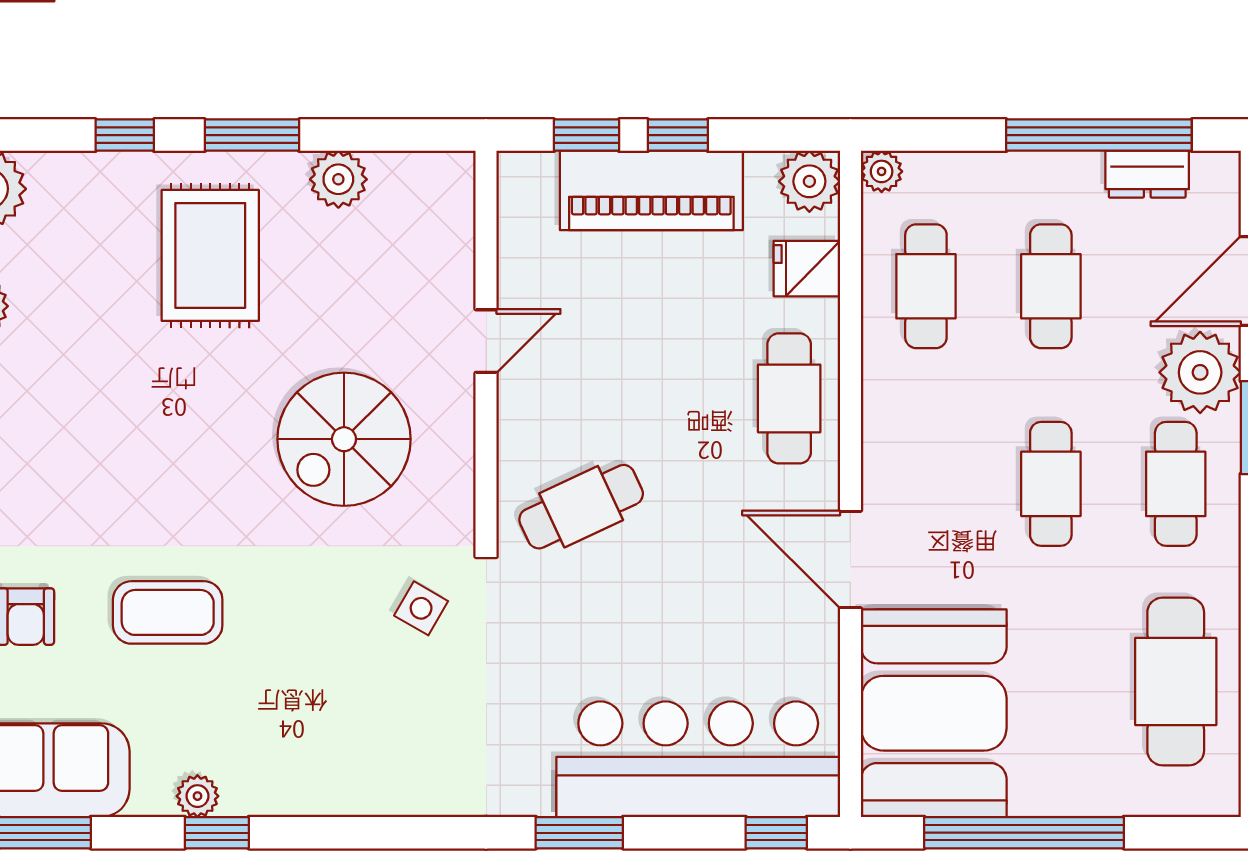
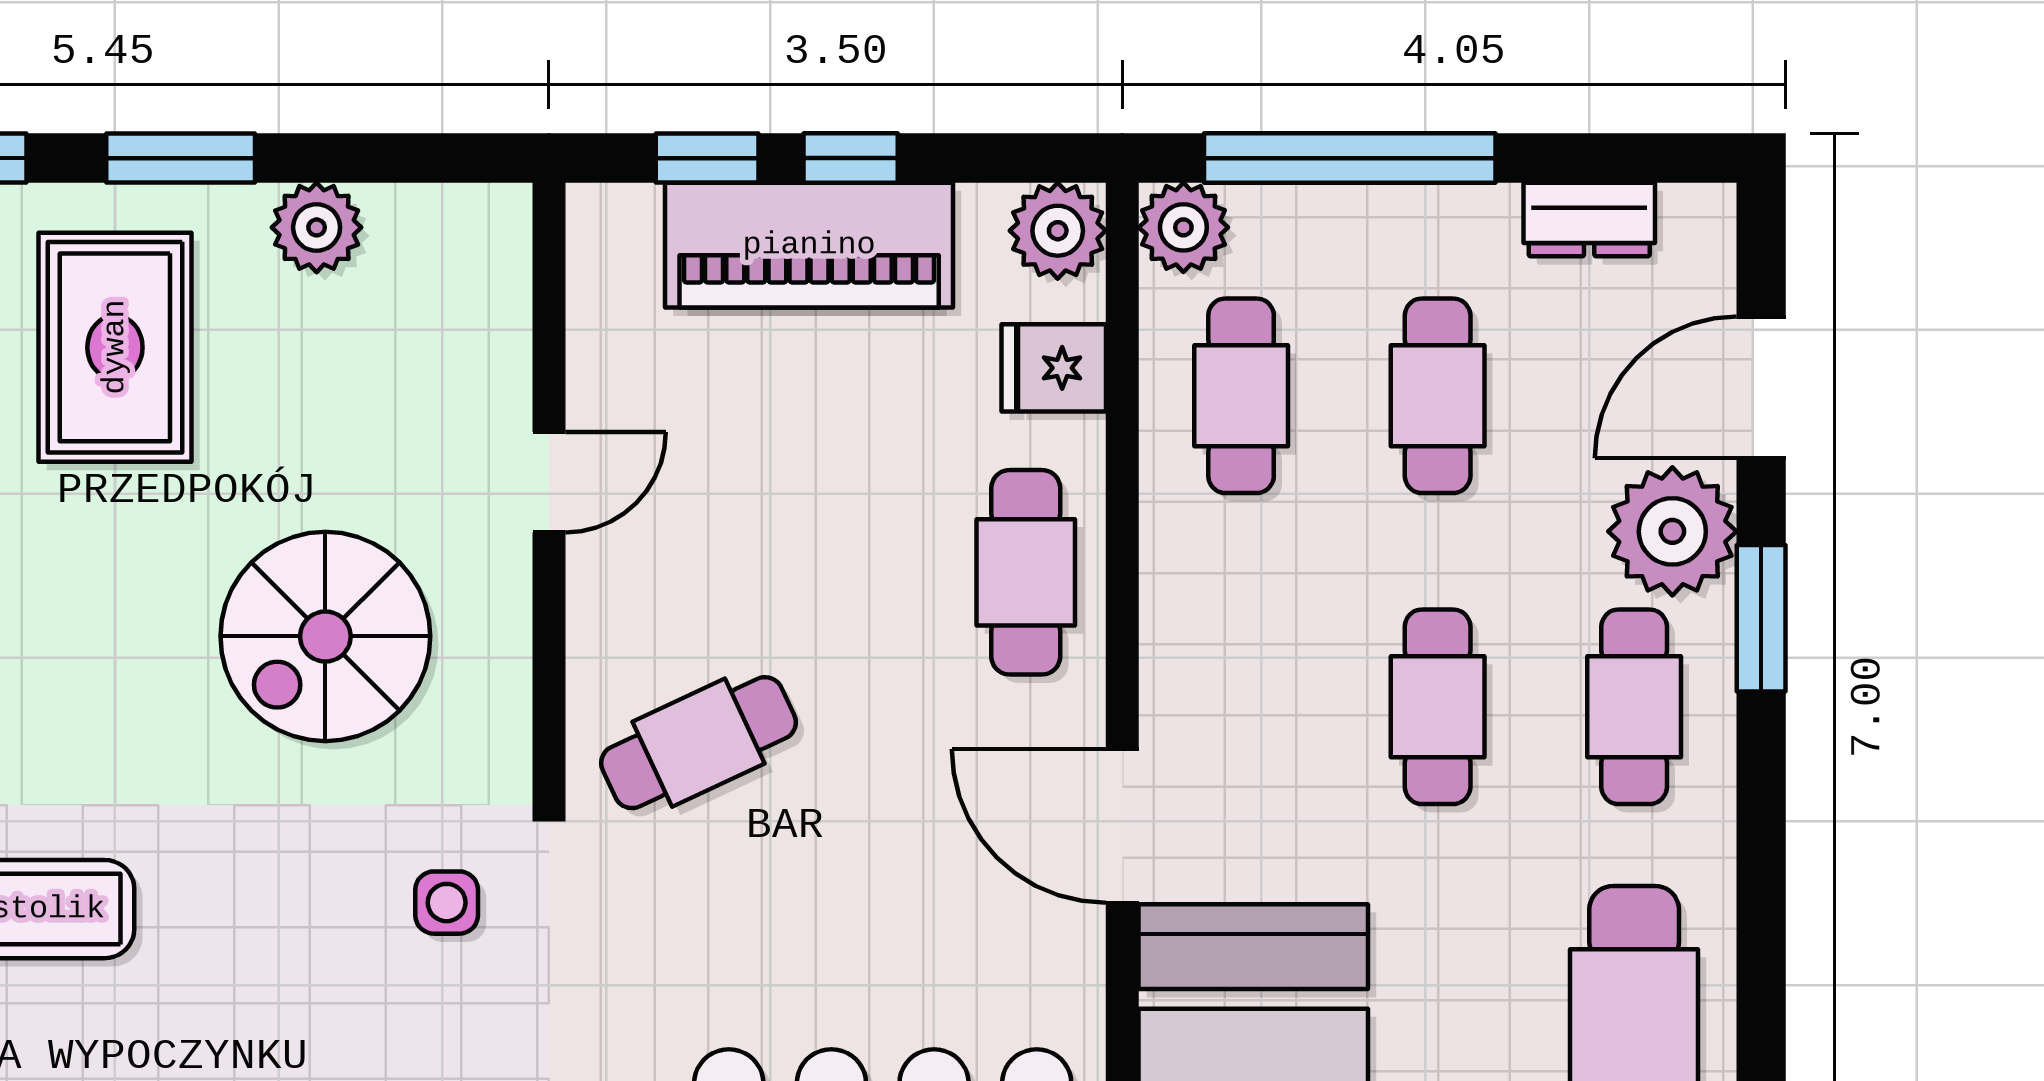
window: (1099, 135) -> (1350, 158), moved
plant: (882, 171) -> (1183, 227), width x1.38, depth x1.38
side table: (421, 608) -> (447, 903), turned -30

